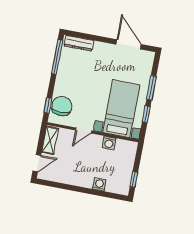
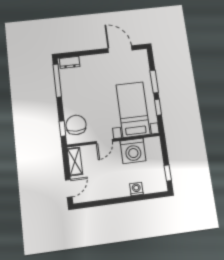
dresser: (79, 43) -> (70, 62), width x0.70
washing machine: (109, 143) -> (133, 151), width x1.89, depth x1.89

